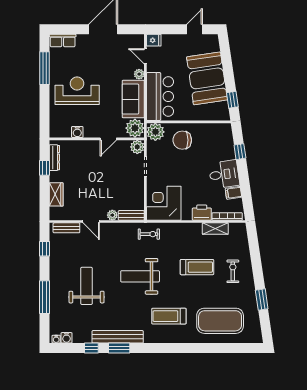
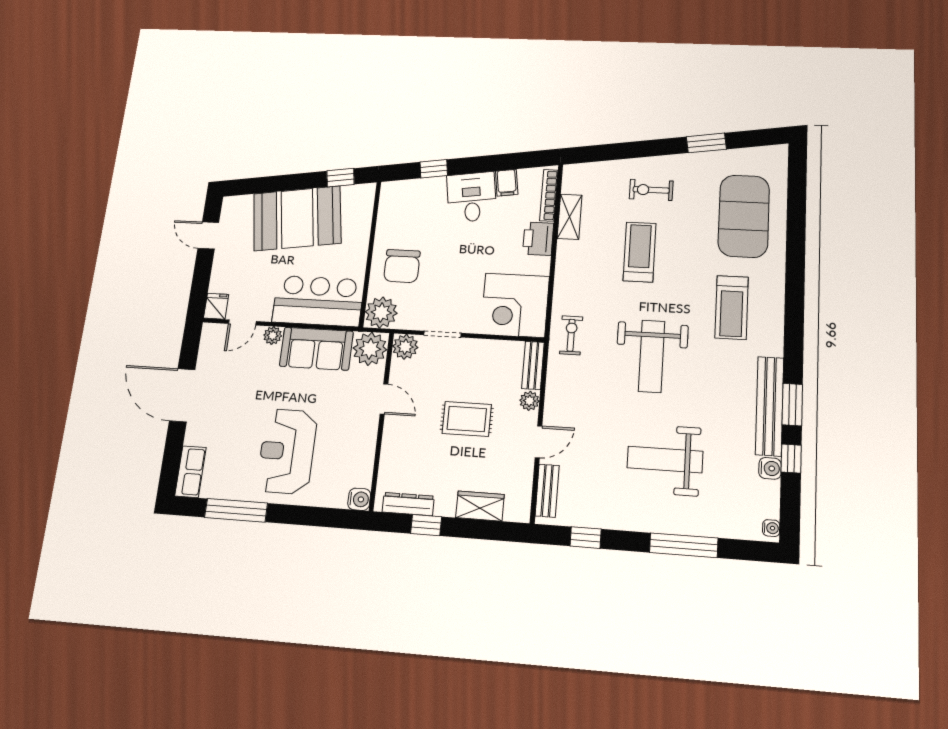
water cooler: (77, 132) -> (359, 499), moved
rug: (101, 183) -> (467, 419), added
water cooler: (67, 338) -> (770, 468), moved

